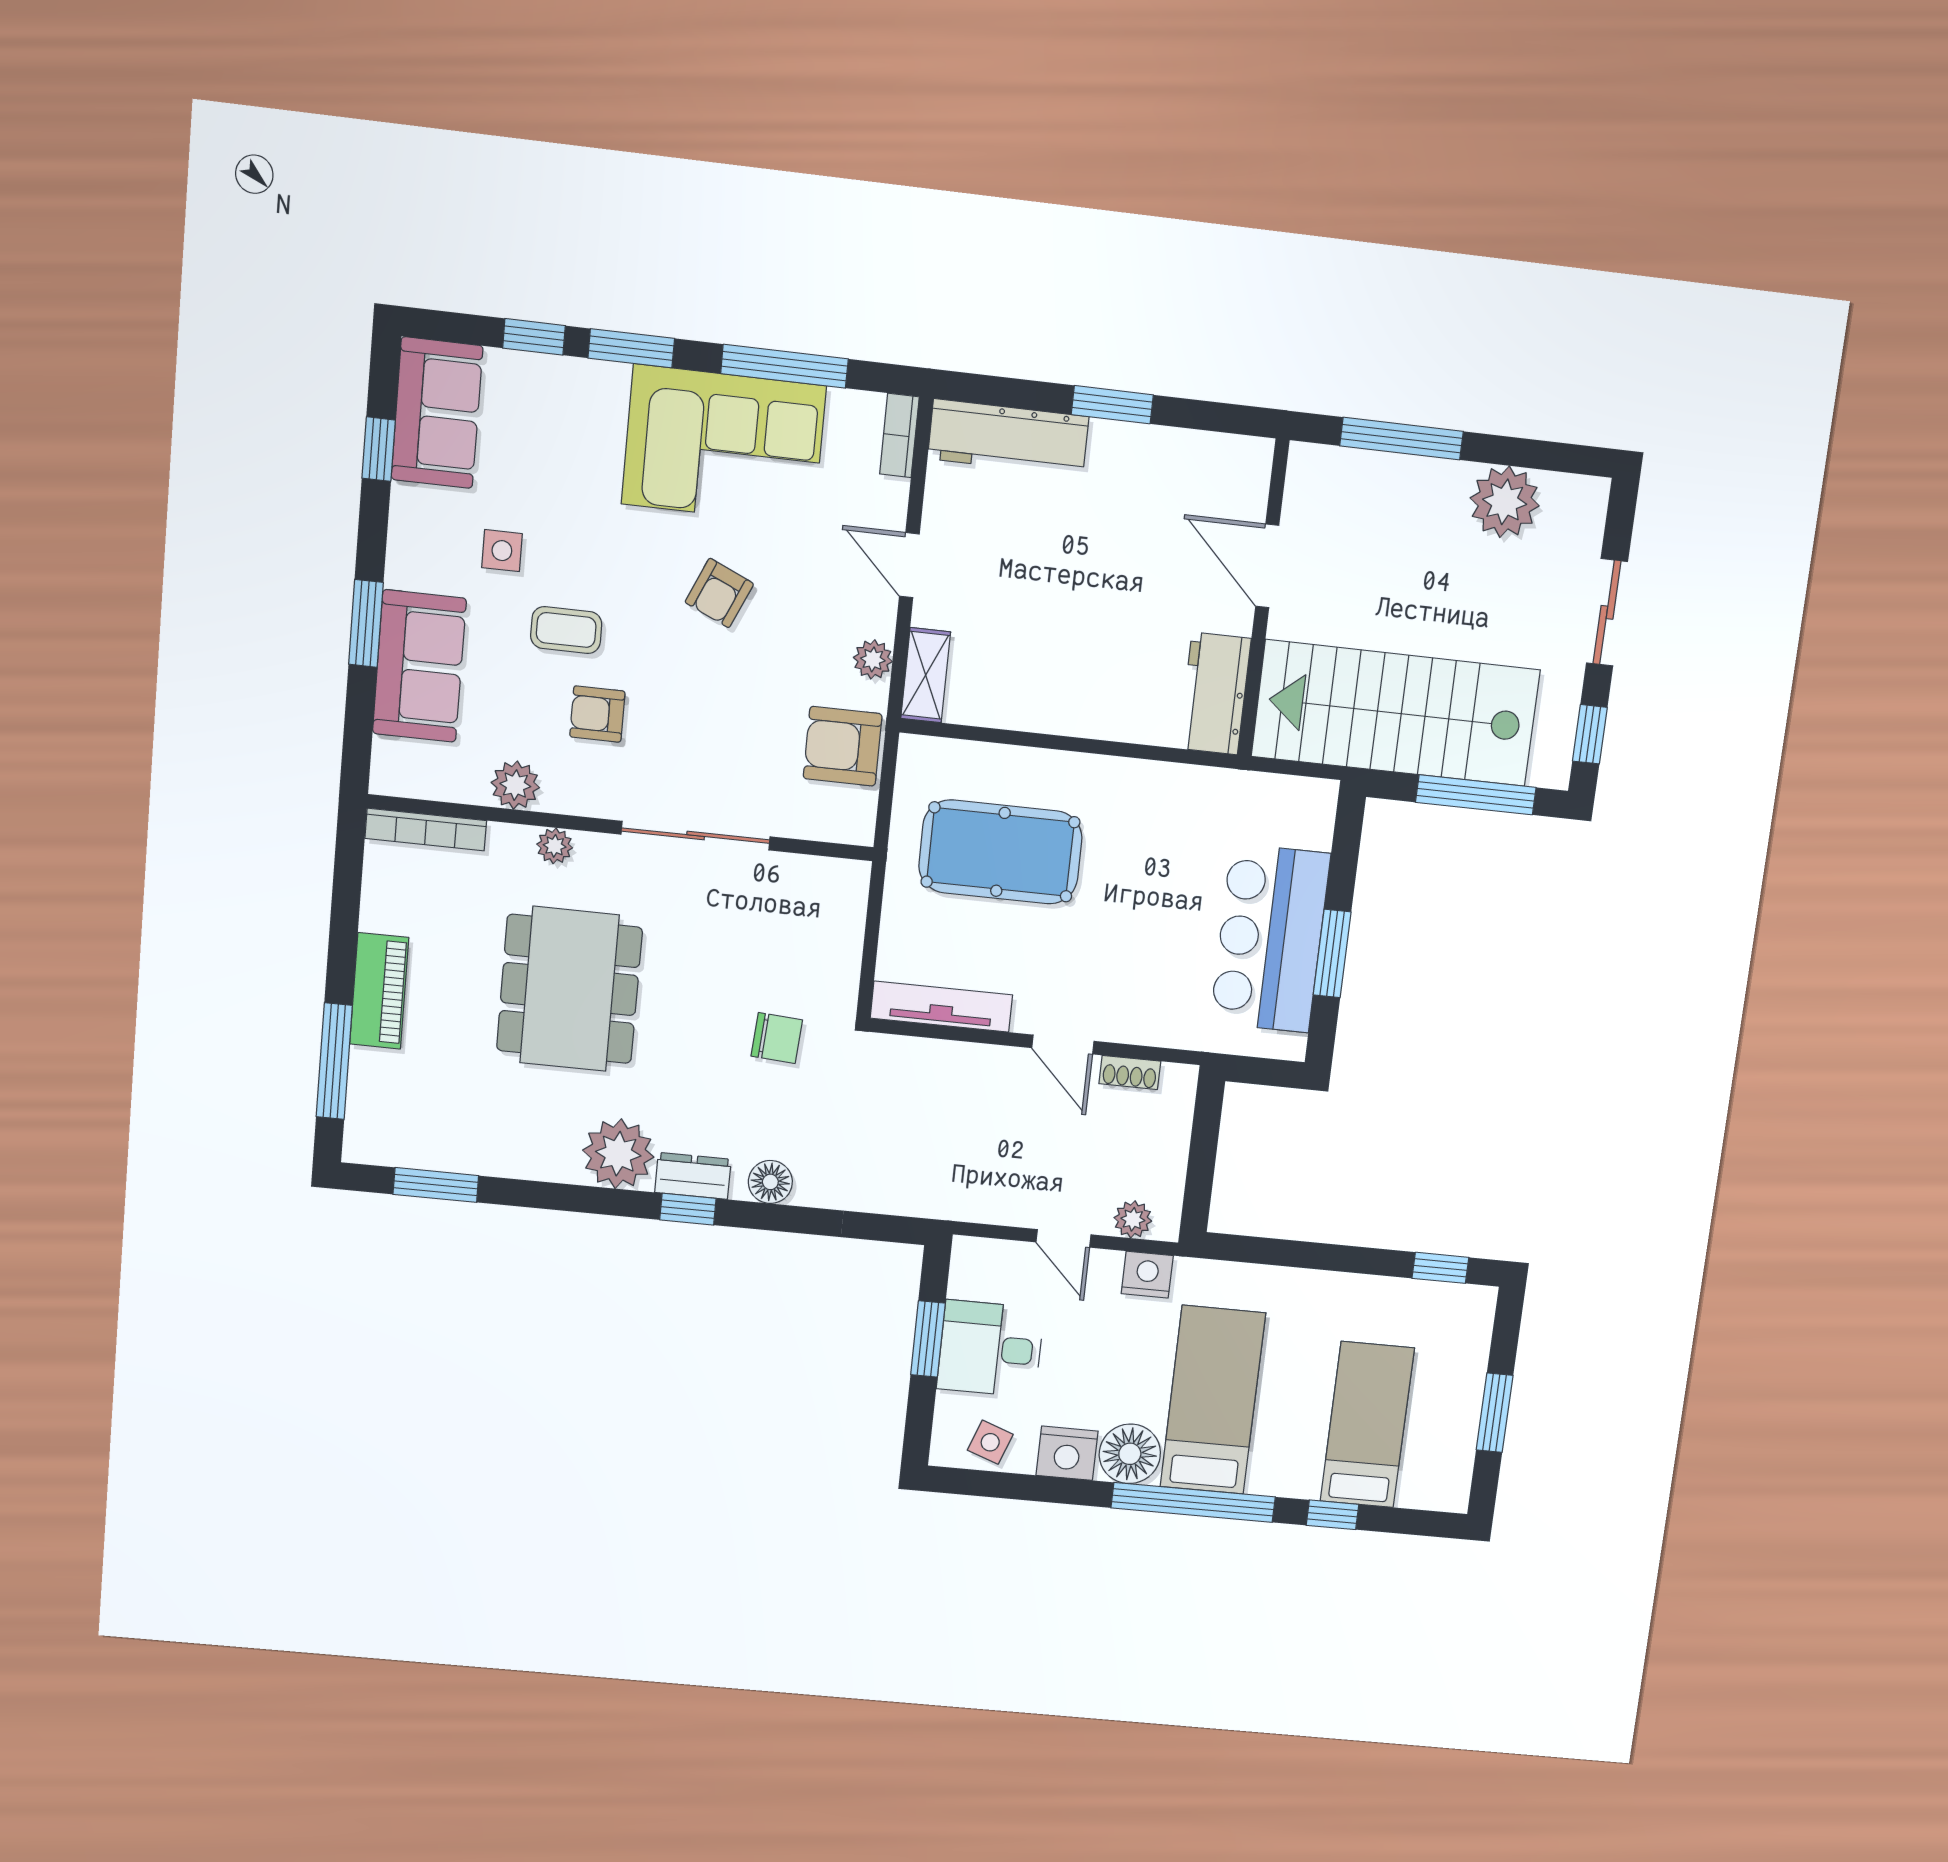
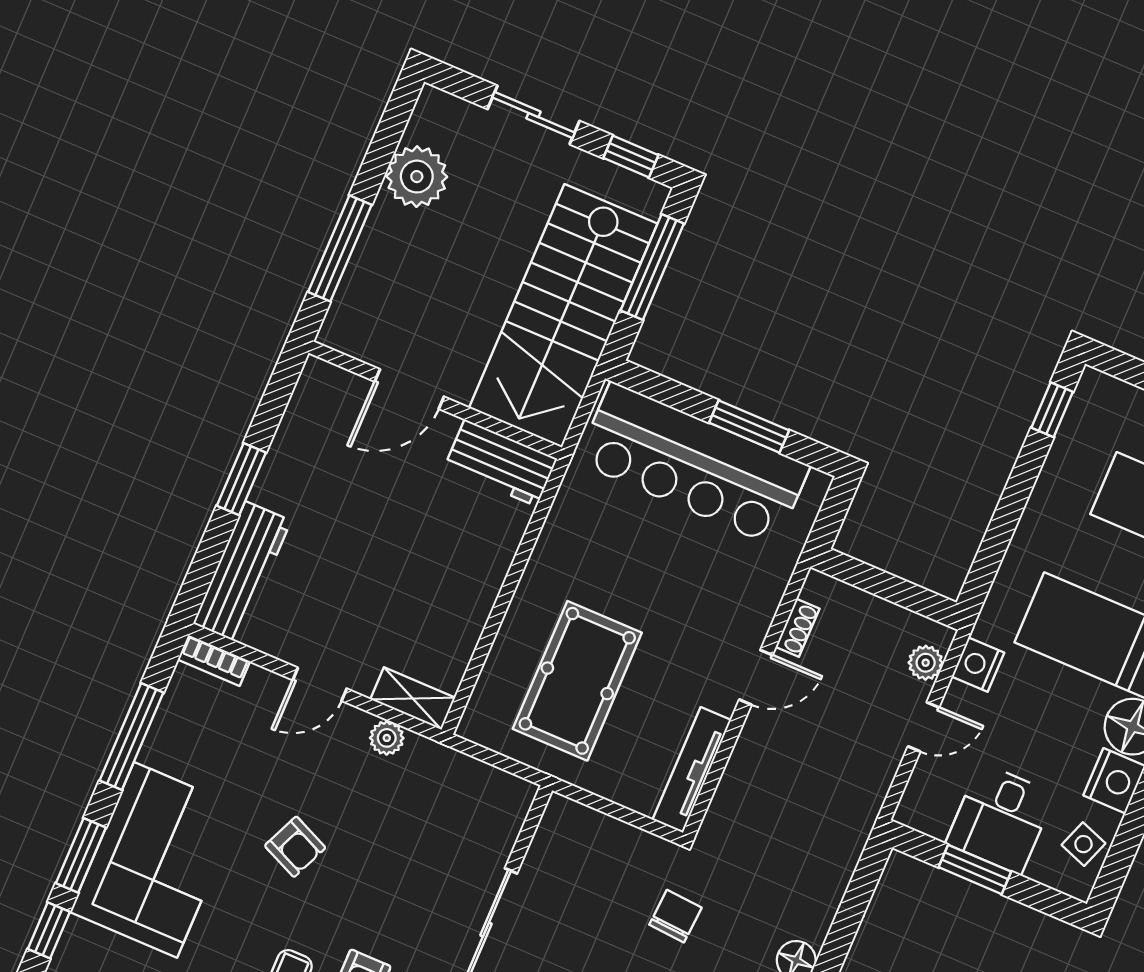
corner sofa: (724, 445) -> (155, 860), moved
armchair: (843, 746) -> (450, 785), removed
bar counter: (1270, 938) -> (693, 464), width x1.36

